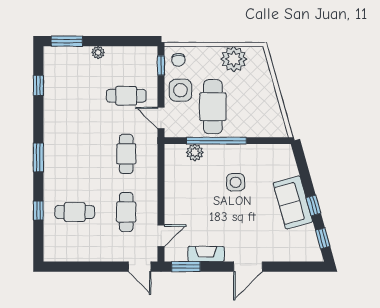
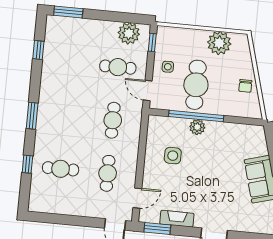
plant: (98, 52) -> (129, 33), moved, width x1.88, depth x1.88
chair: (178, 60) -> (245, 86), moved
side table: (180, 90) -> (168, 67), width x0.54, depth x0.54
plant: (195, 152) -> (197, 127), moved
side table: (236, 182) -> (173, 156), moved

